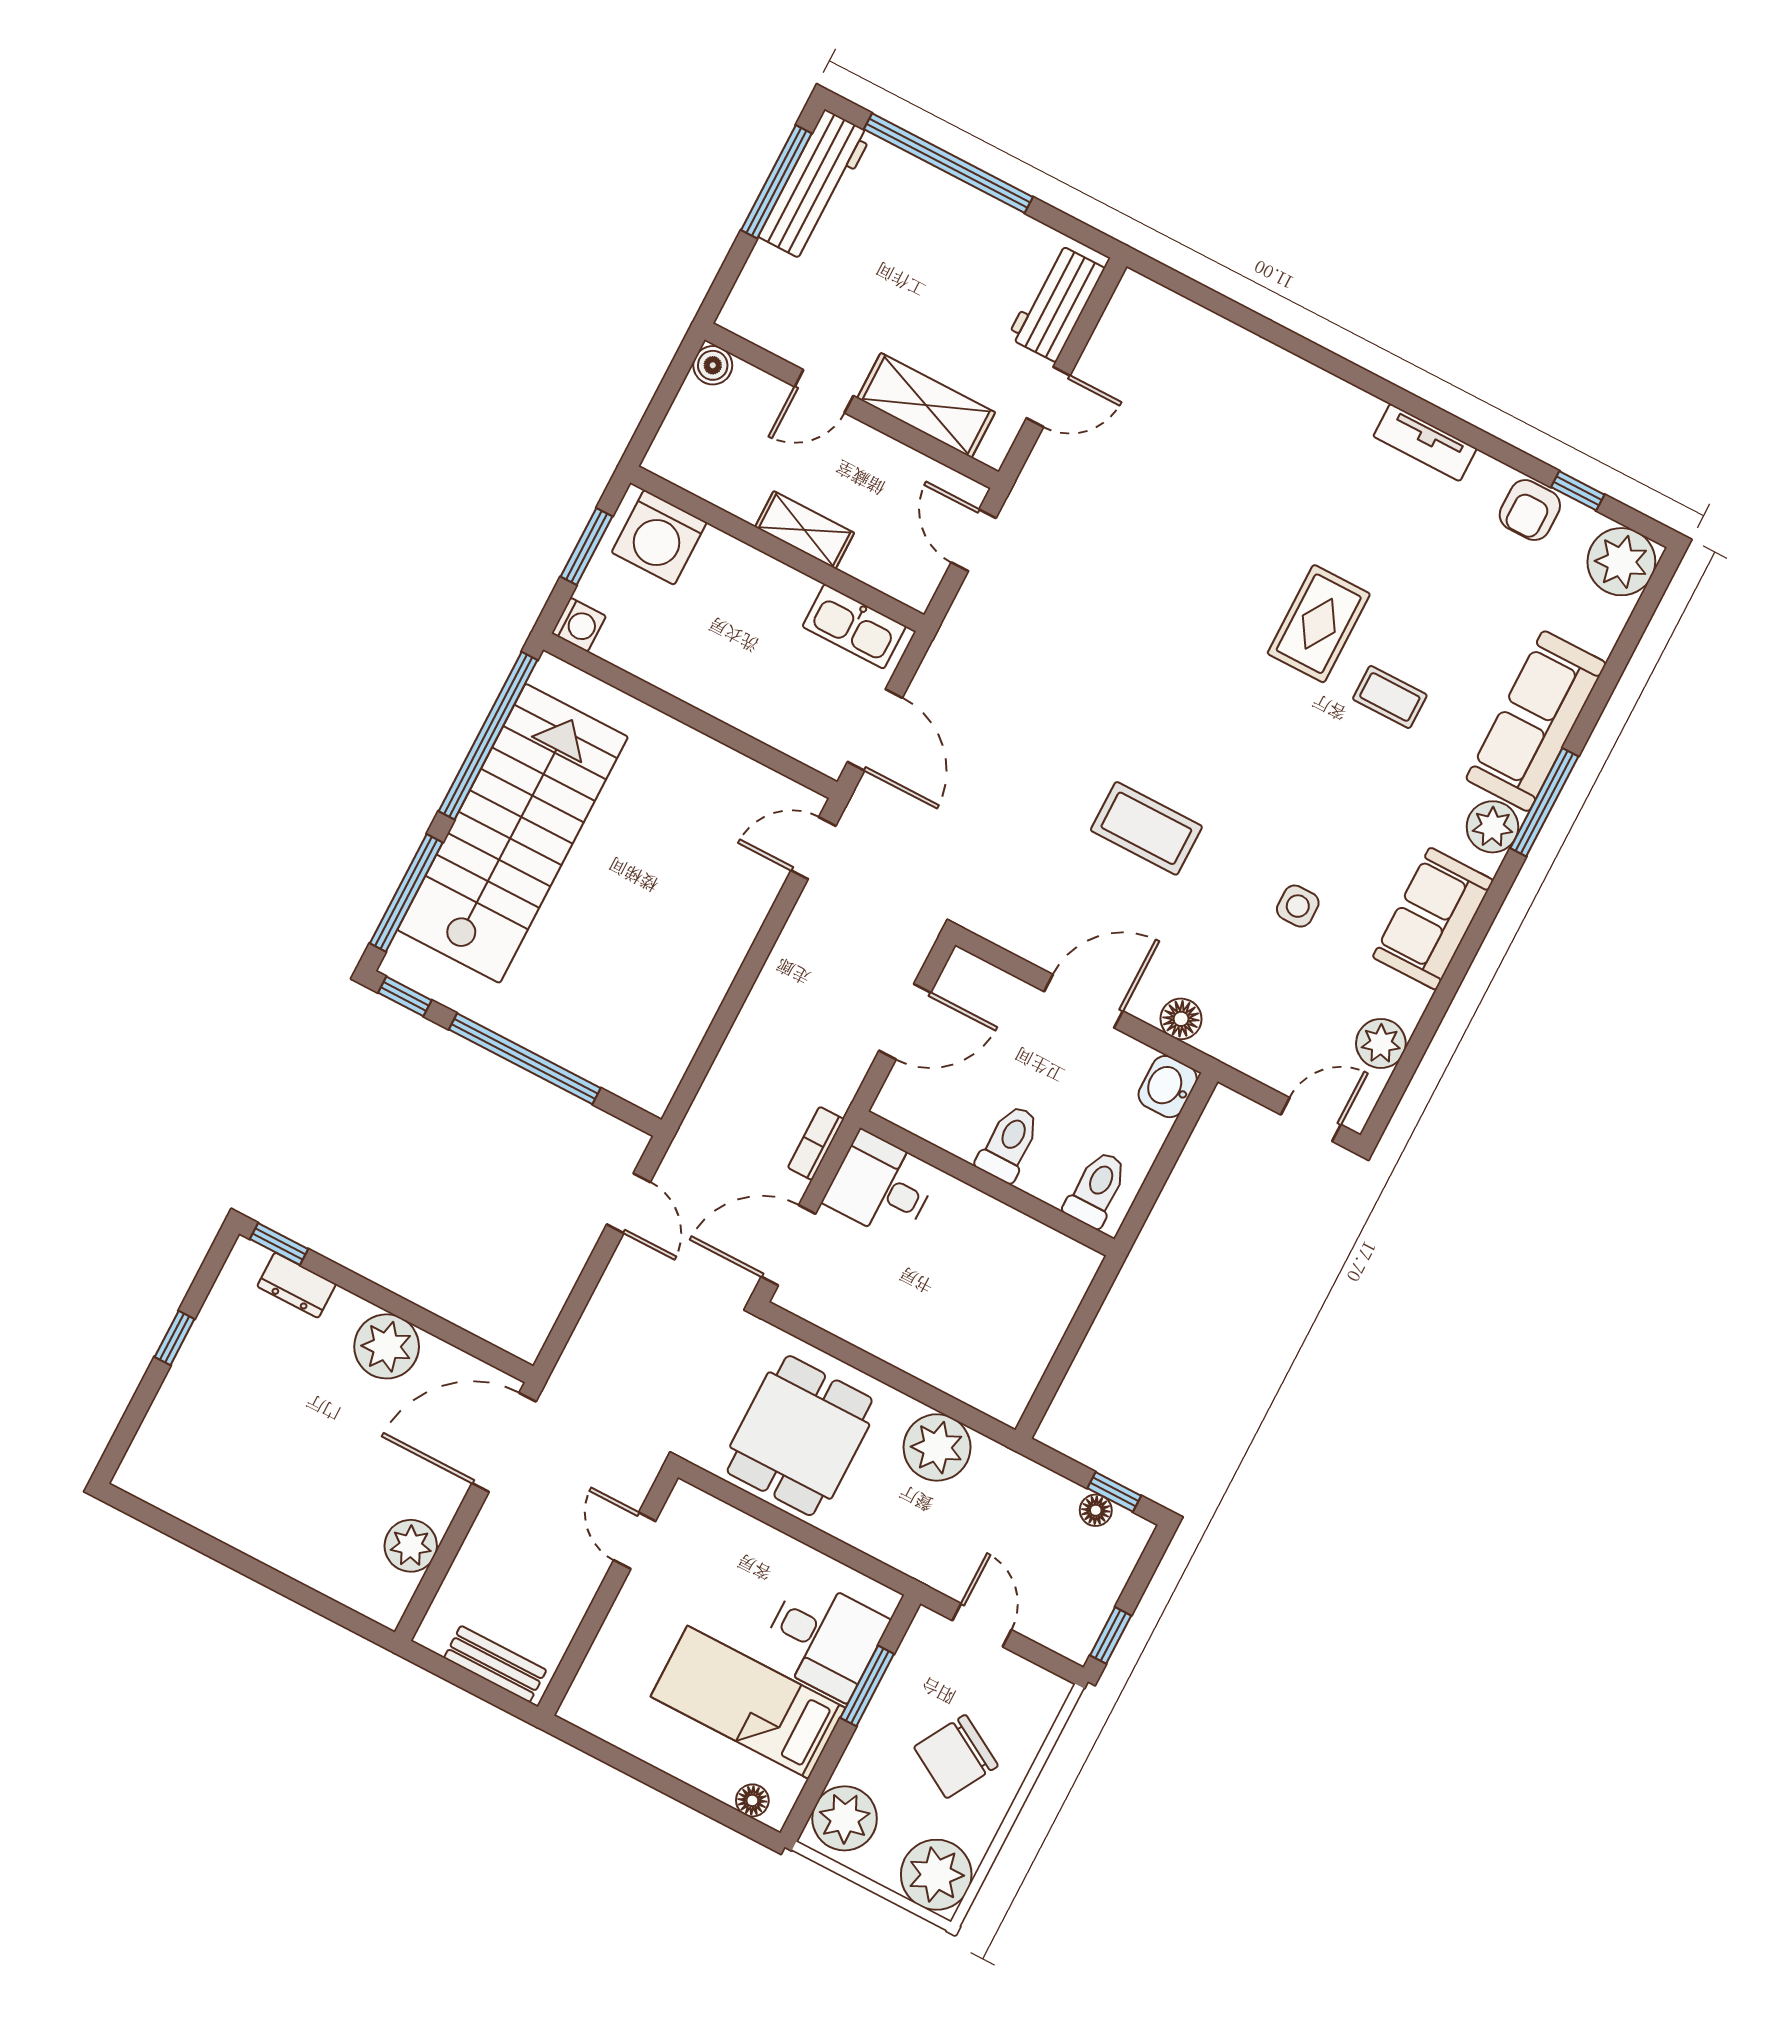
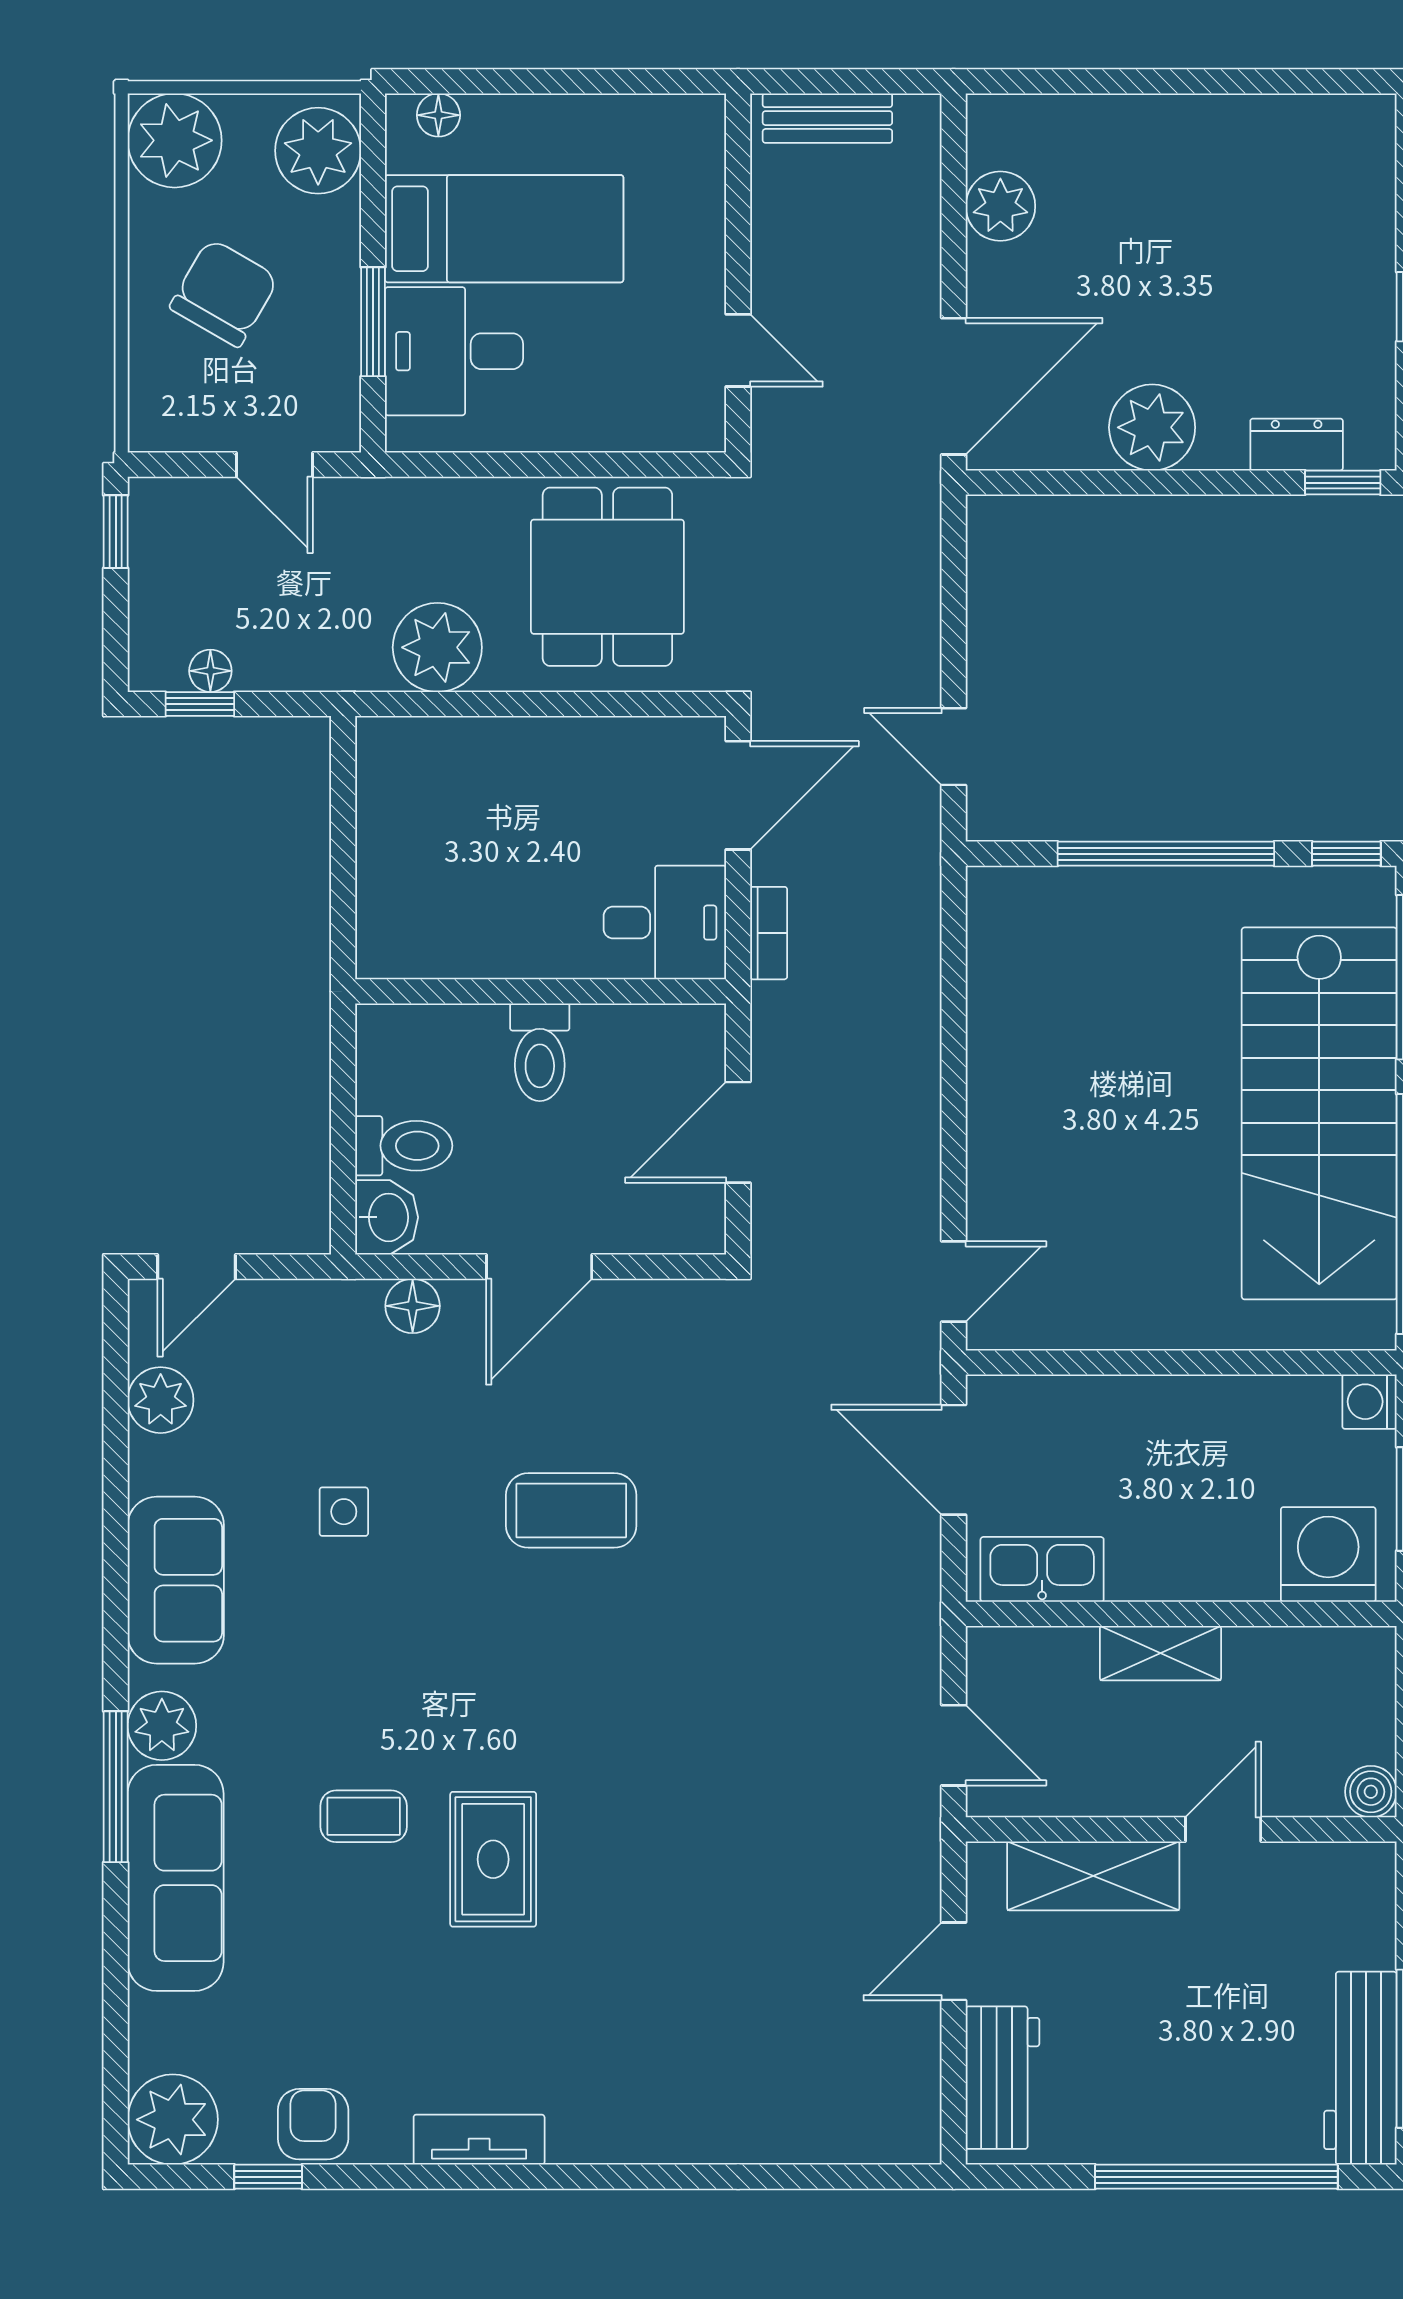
toilet: (1096, 1189) -> (404, 1146), moved, turned -90

